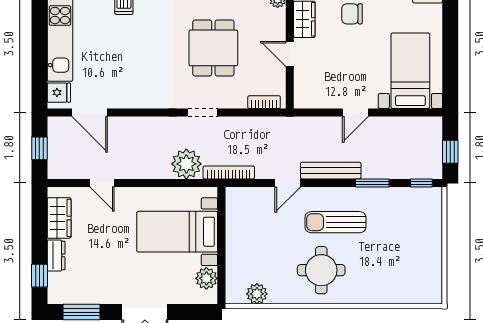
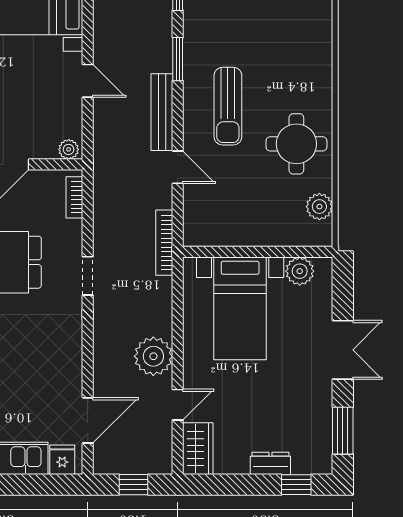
plant: (302, 98) -> (69, 149), added
plant: (186, 164) -> (153, 356), moved
wardrobe: (59, 218) -> (198, 449), moved, turned 90
round table: (321, 270) -> (296, 144), moved

